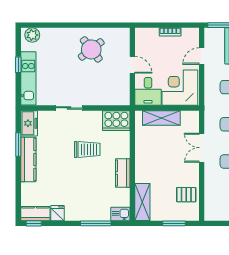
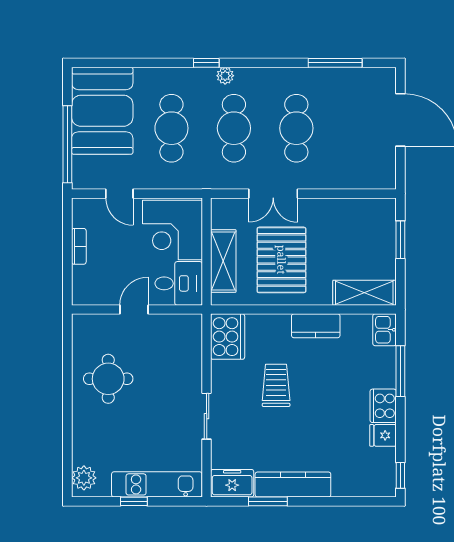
round table: (91, 49) -> (108, 379), turned 38
pallet: (186, 195) -> (281, 260), moved, width x2.05, depth x2.00
cooker: (75, 213) -> (383, 406), added
kitchen counter: (35, 214) -> (384, 473), removed

